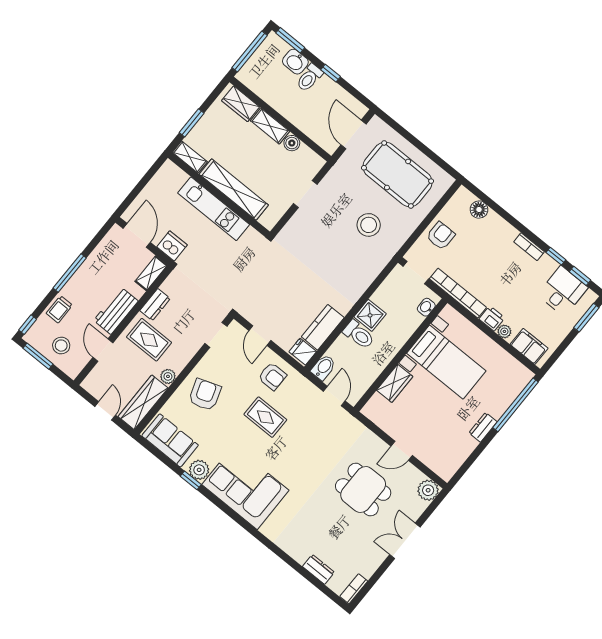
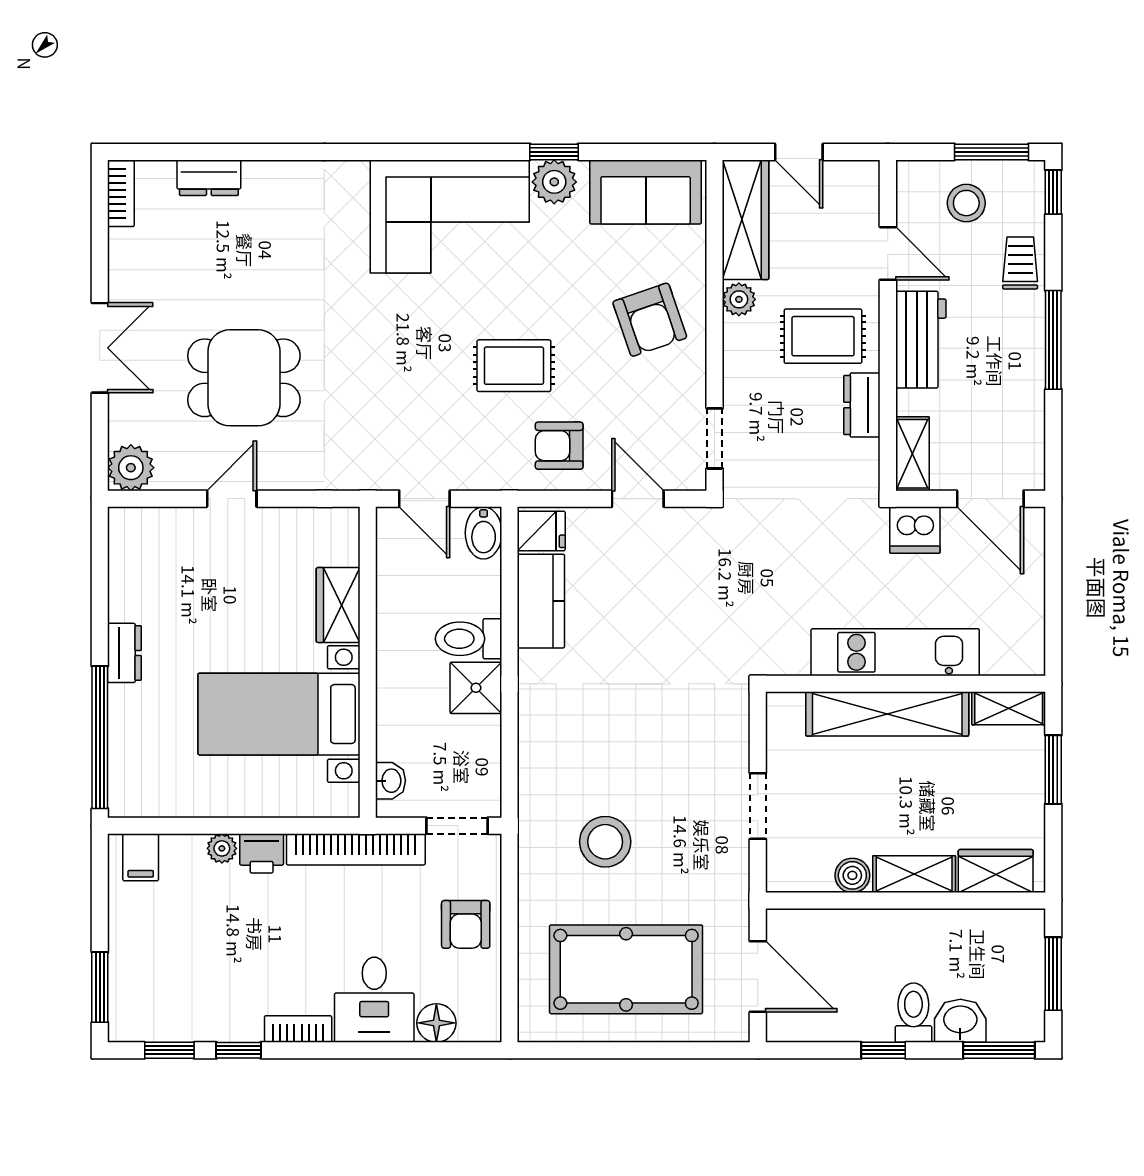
window: (250, 52) -> (1053, 974), width x0.69
desk: (563, 291) -> (374, 1000), moved
filing cabinet: (529, 346) -> (141, 857), width x0.50

